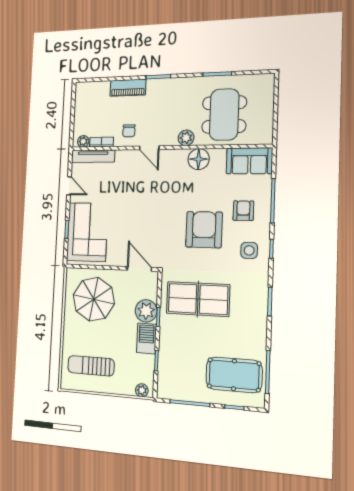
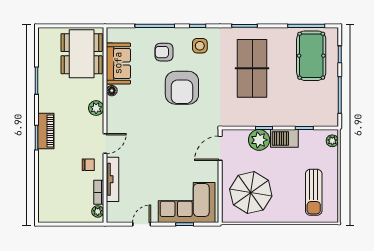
piano: (128, 88) -> (46, 131), moved
dining table: (224, 115) -> (82, 54), moved, turned 90
tv unit: (93, 156) -> (113, 179), moved
floor lamp: (199, 159) -> (112, 91), width x0.53, depth x0.53
sofa: (249, 161) -> (118, 63), moved
armchair: (204, 230) -> (182, 88), turned -90
table tennis table: (198, 299) -> (252, 68), moved

